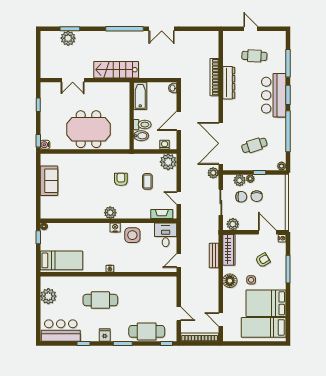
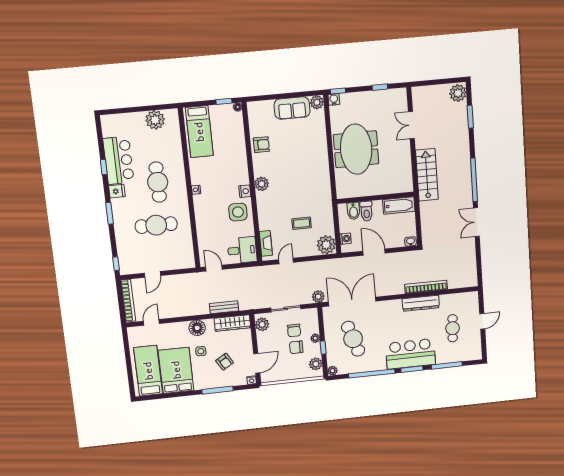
plant: (68, 38) -> (458, 93), moved
cafe table: (254, 145) -> (353, 339), width x1.37, depth x1.35
plant: (46, 159) -> (317, 102), added
armchair: (121, 179) -> (261, 145), moved
plant: (240, 180) -> (316, 364), moved
bar counter: (61, 331) -> (118, 160), moved
cafe table: (147, 331) -> (156, 225), moved, turned 90

